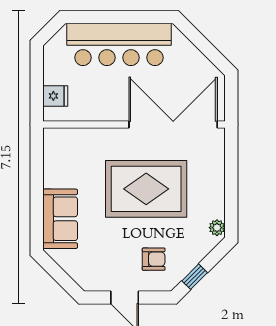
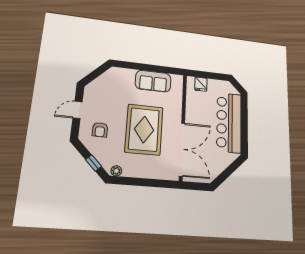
sofa: (60, 219) -> (153, 81), moved
window: (195, 277) -> (93, 163), moved

